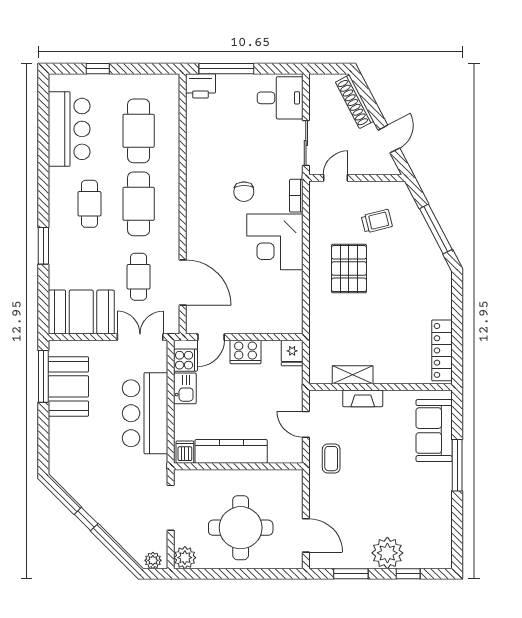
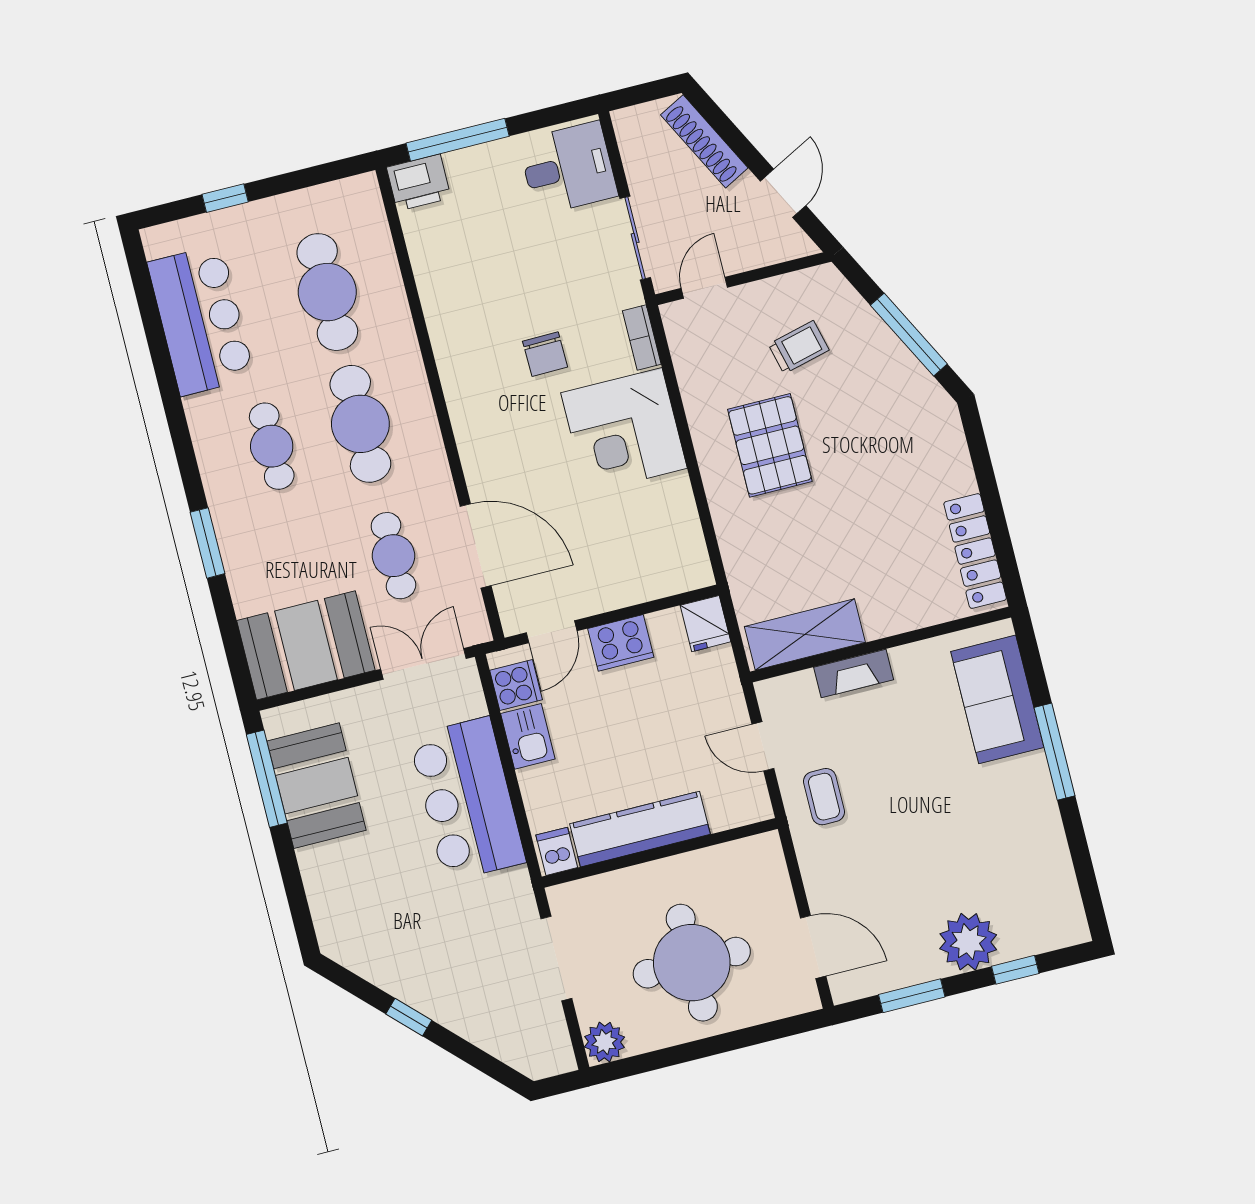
shelving: (353, 375) -> (805, 634), width x1.50, depth x1.33
plant: (153, 560) -> (548, 1061), removed

